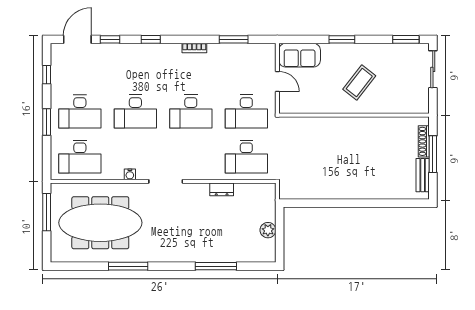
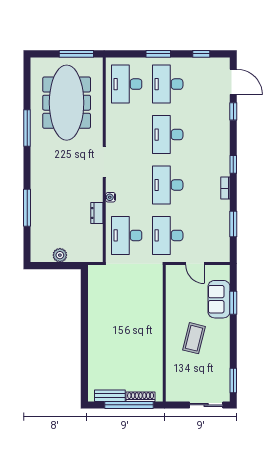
window: (151, 39) -> (233, 164), moved
window: (342, 39) -> (233, 303), moved
sofa: (300, 55) -> (219, 299), moved
door: (277, 82) -> (195, 264), hinge flipped
coffee table: (359, 83) -> (194, 338), turned 66
window: (433, 154) -> (129, 405), width x1.46
water cooler: (130, 174) -> (111, 197), moved

